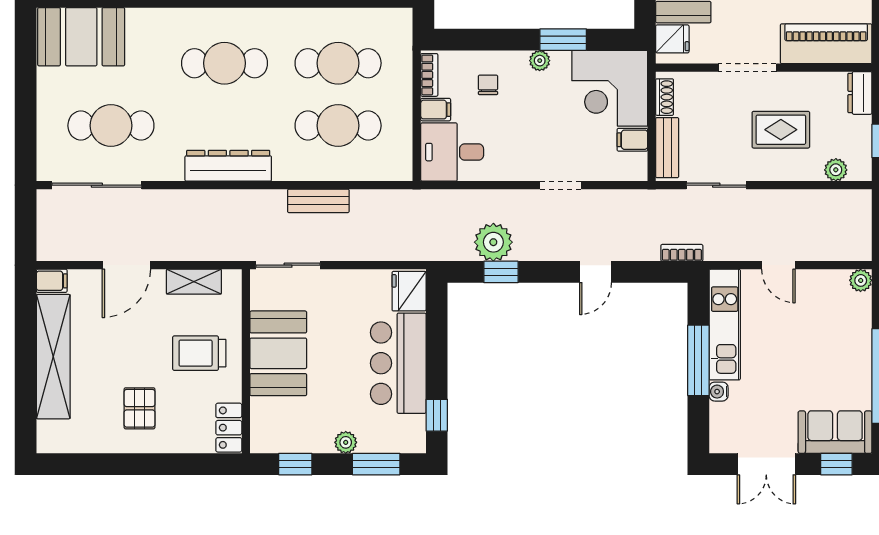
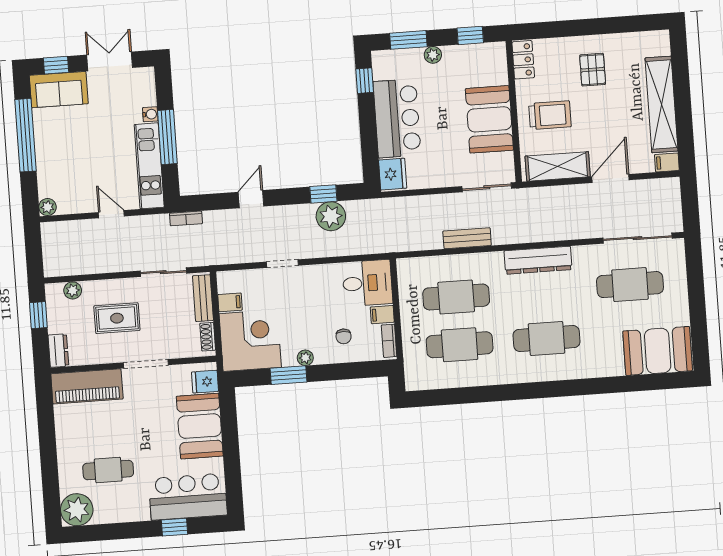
shelving: (194, 282) -> (558, 166), width x1.50, depth x1.33

